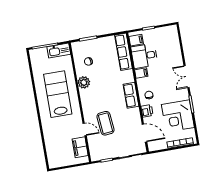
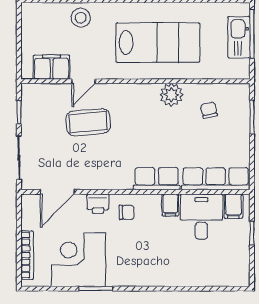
kitchen sink: (59, 51) -> (239, 37), moved
double door: (187, 77) -> (149, 289), removed
row of seats: (131, 95) -> (157, 179), moved
stool: (52, 136) -> (81, 18), added

